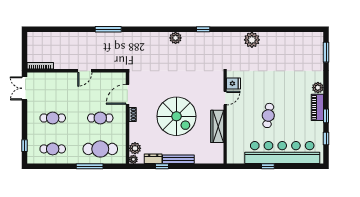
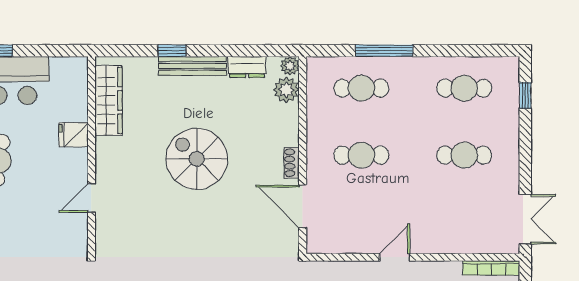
fridge: (233, 83) -> (73, 135), moved
door: (127, 94) -> (303, 207), swing flipped
spiral stairs: (176, 116) -> (197, 159), width x0.73, depth x0.73
wardrobe: (217, 126) -> (109, 100), moved
cafe table: (100, 149) -> (361, 88), width x0.73, depth x0.74
window: (162, 166) -> (172, 51), moved

